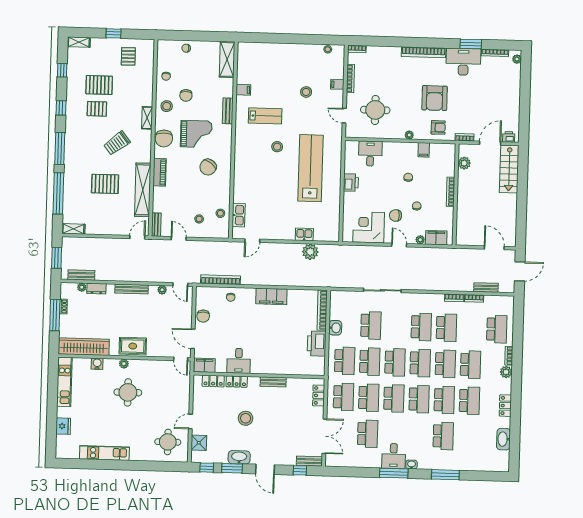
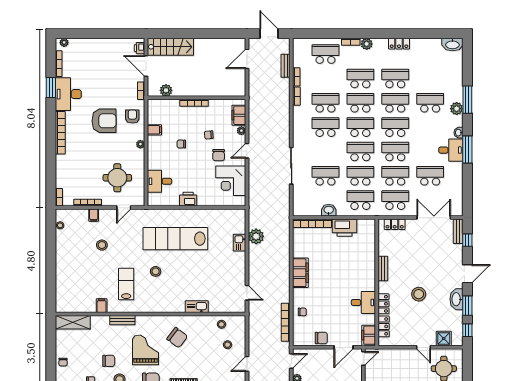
kitchen sink: (239, 215) -> (197, 307), moved
washbasin: (503, 439) -> (452, 45), moved
plant: (436, 463) -> (457, 109), added

